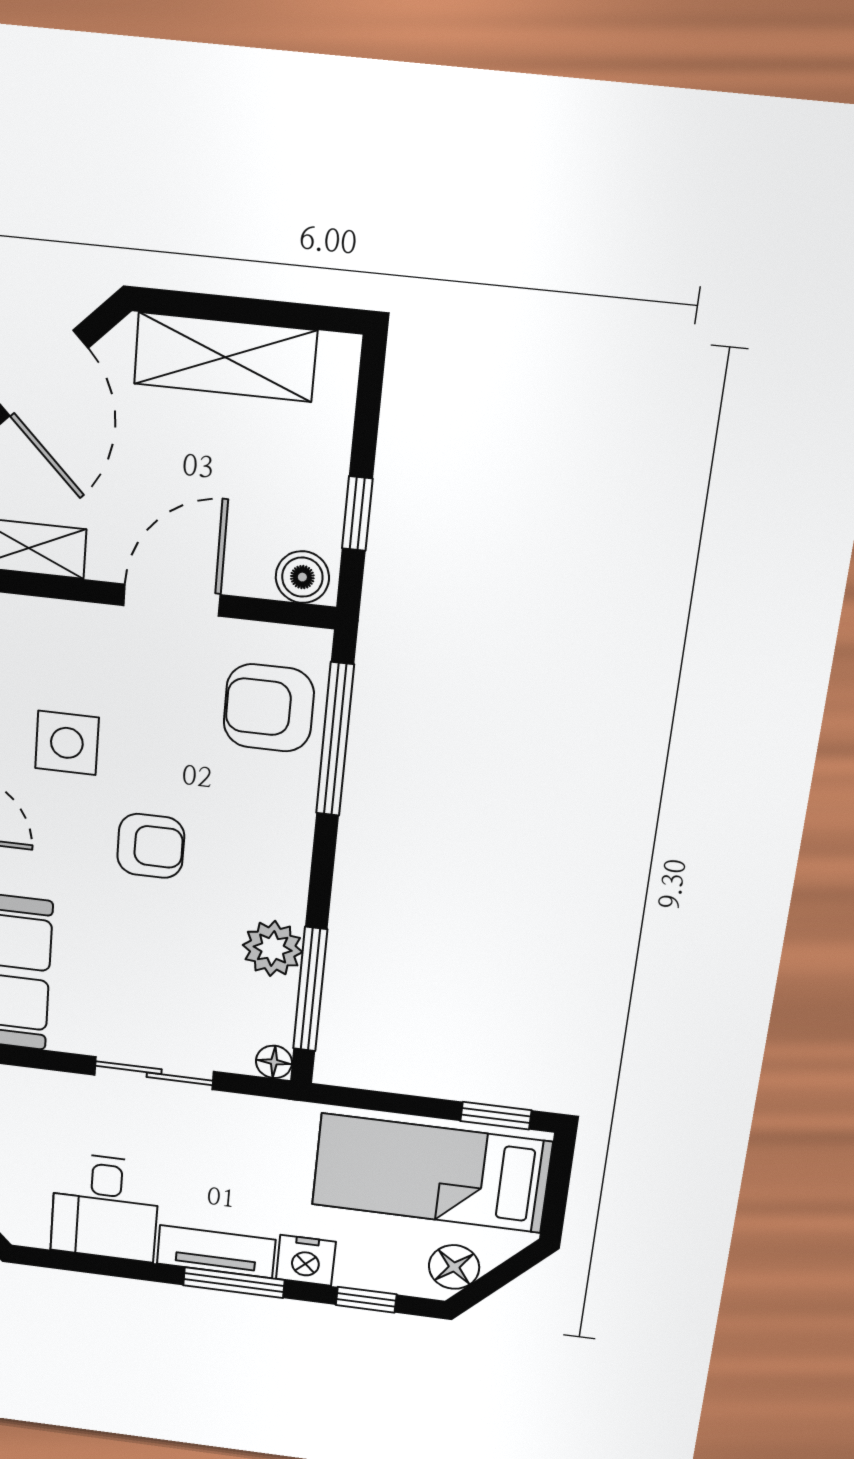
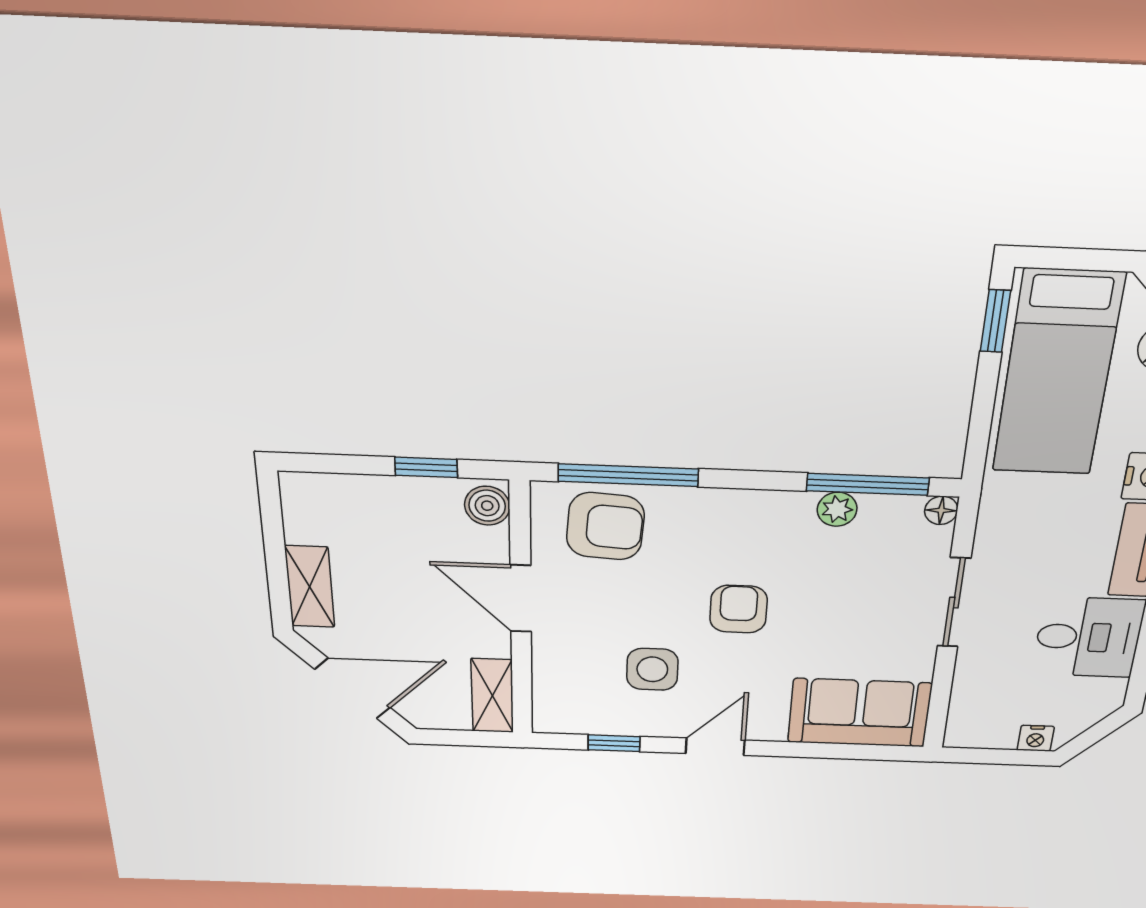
shelving: (225, 357) -> (310, 587), width x0.67, depth x0.75
armchair: (269, 708) -> (605, 526), turned -86
plant: (273, 949) -> (837, 509), width x0.73, depth x0.73

